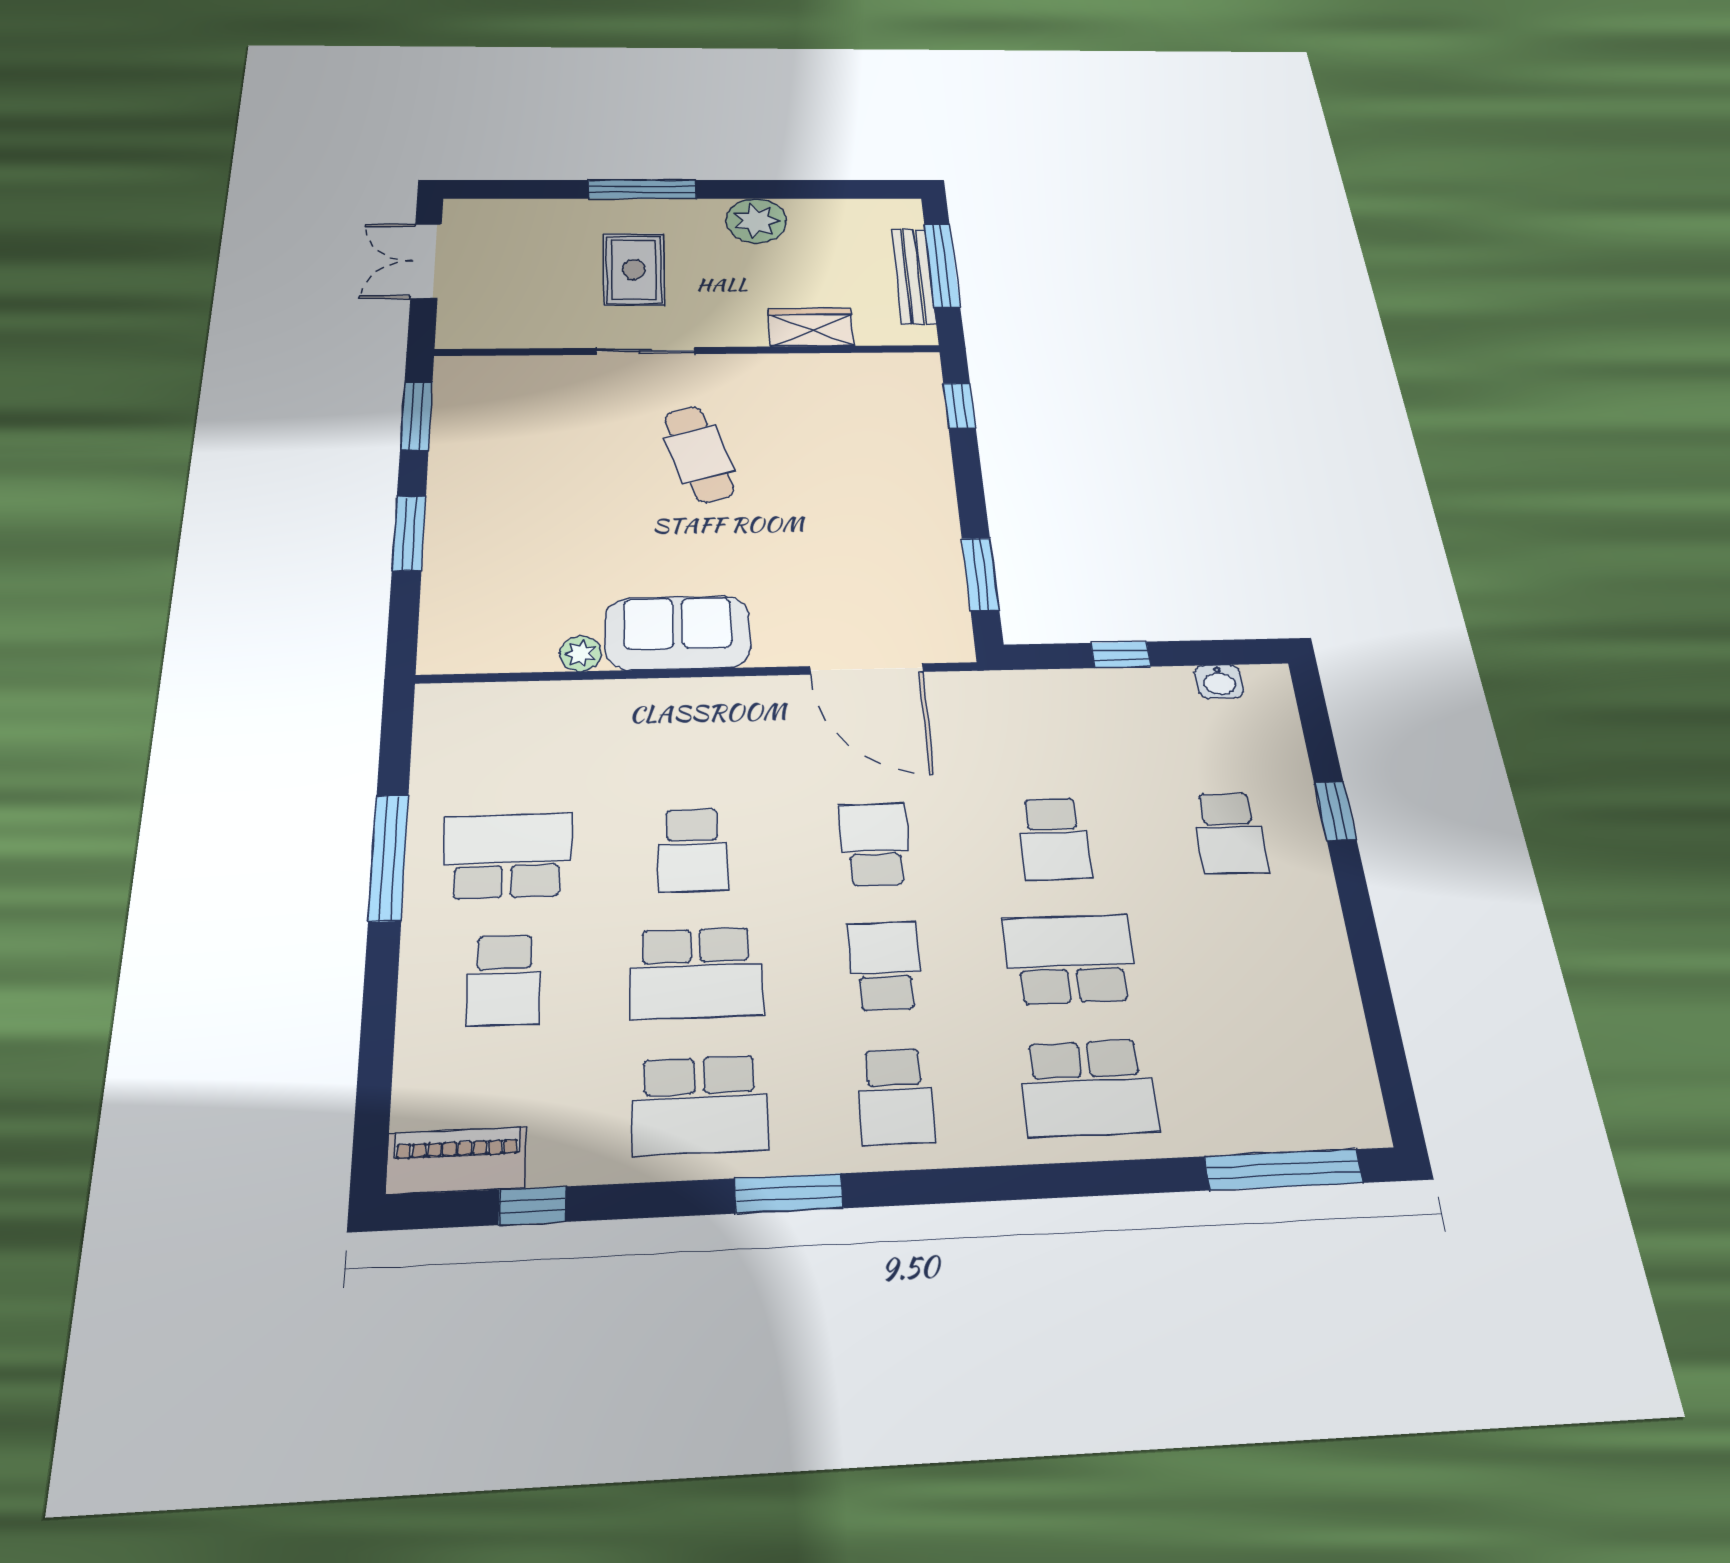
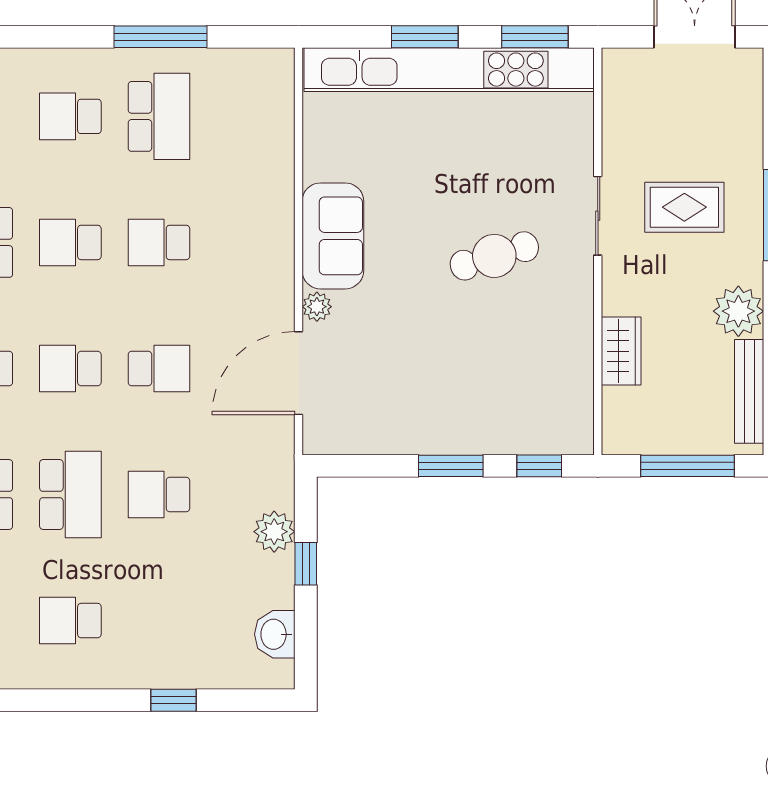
bench: (913, 276) -> (749, 391), moved, turned 90
kitchen unit: (455, 506) -> (449, 70), added
window: (980, 574) -> (451, 466), moved
plant: (581, 654) -> (317, 307), moved
washbasin: (1219, 682) -> (275, 634), width x1.38, depth x1.45
plant: (1084, 693) -> (274, 532), added
school desk: (1230, 833) -> (70, 621), moved
school desk: (885, 966) -> (70, 368), turned 180
school desk: (696, 973) -> (70, 242), width x0.54

